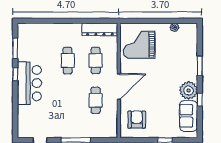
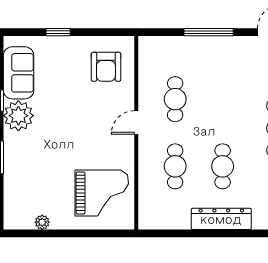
dresser: (100, 29) -> (221, 219), moved
door: (119, 87) -> (136, 122), width x0.53

